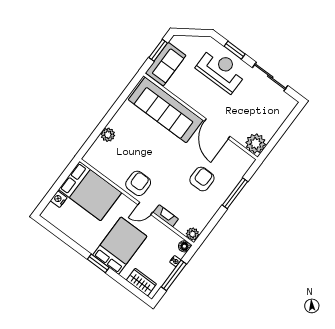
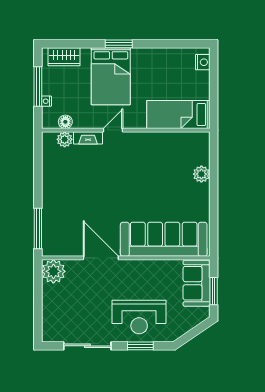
armchair: (202, 179) -> (80, 199), removed
armchair: (138, 183) -> (138, 149), removed
bed: (90, 191) -> (178, 115), width x0.67
window: (235, 193) -> (38, 228), moved
nightstand: (59, 199) -> (203, 62), moved
plant: (193, 234) -> (65, 139), moved
floor lamp: (184, 246) -> (65, 122), moved

